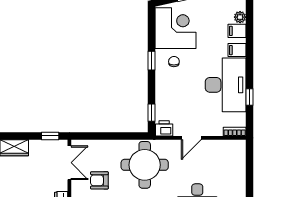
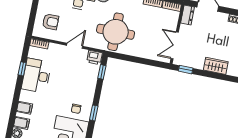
desk: (226, 85) -> (36, 76), width x0.73, depth x0.77
armchair: (99, 180) -> (51, 22), moved

